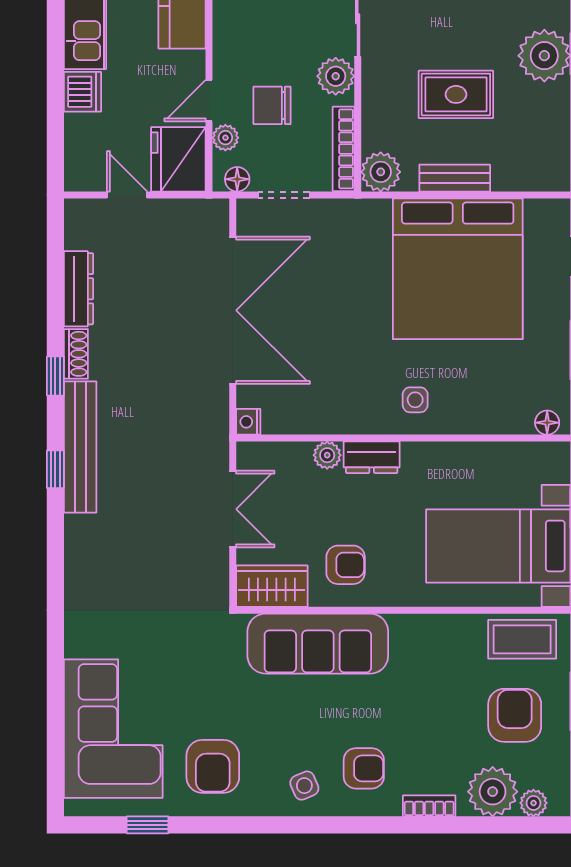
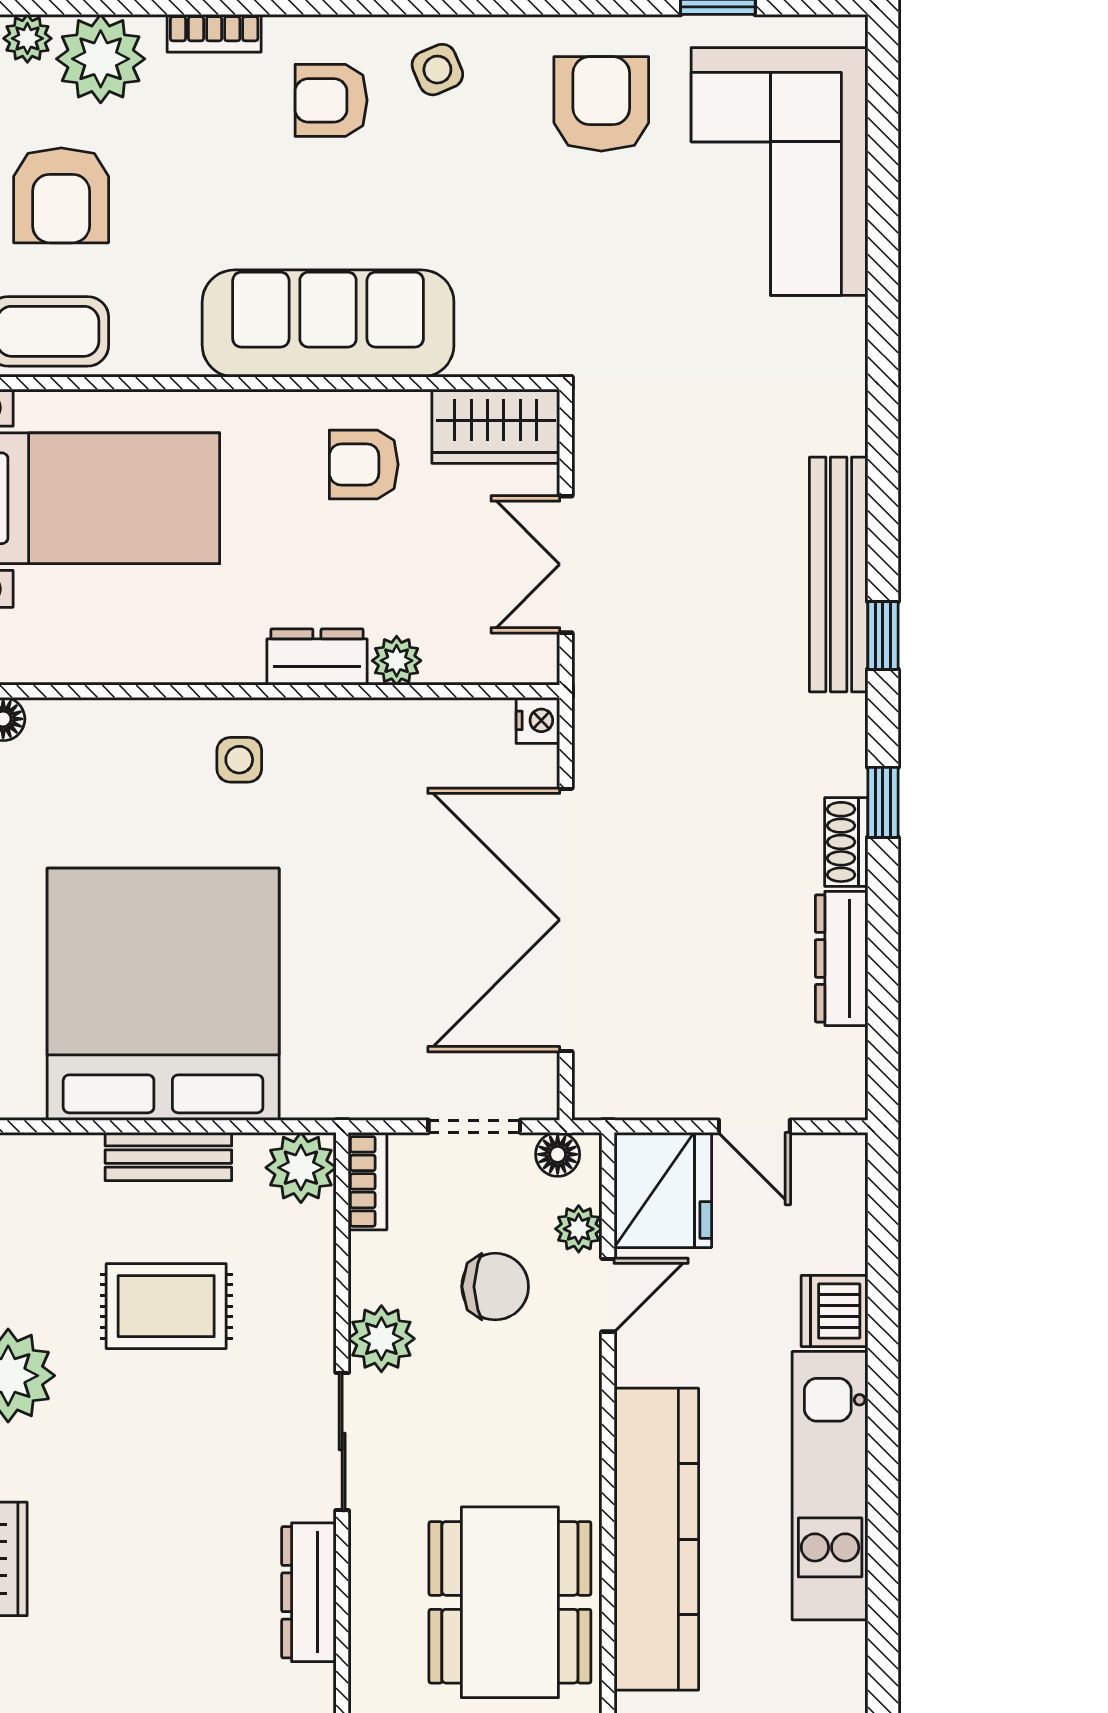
bookcase: (343, 149) -> (367, 1181), width x0.64
bench: (80, 447) -> (839, 574), moved
sofa: (318, 644) -> (328, 324), moved

